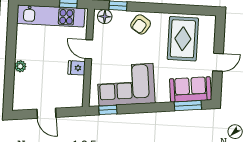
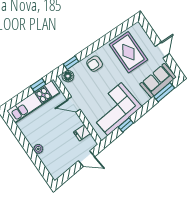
armchair: (141, 24) -> (95, 64), turned 57
fridge: (77, 68) -> (82, 133), moved
window: (108, 110) -> (126, 125), moved
door: (46, 113) -> (86, 159), moved

